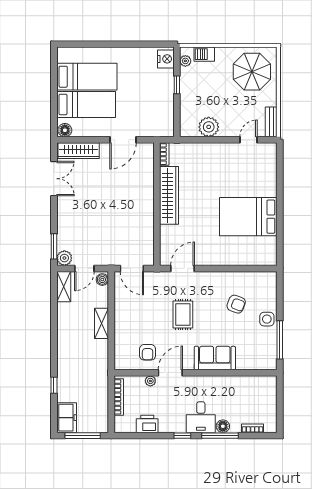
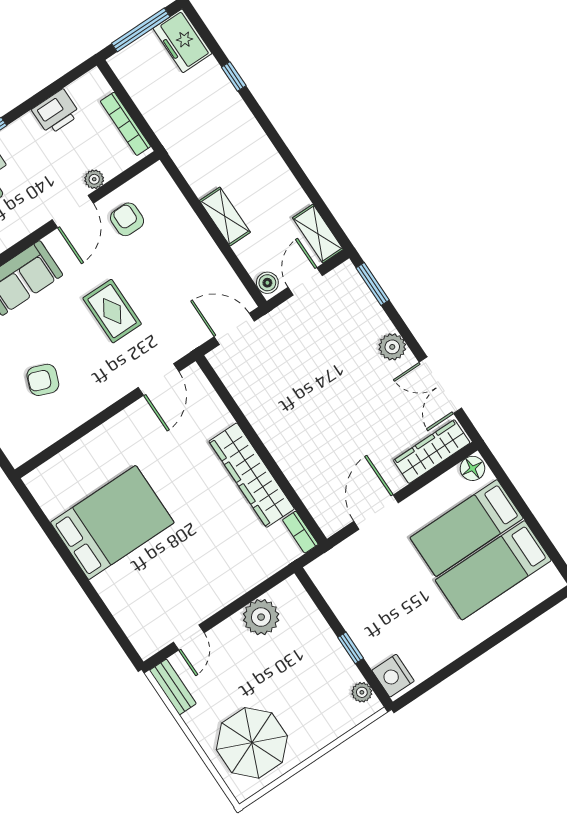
barbecue: (204, 54) -> (340, 721), removed
plant: (64, 258) -> (392, 347), moved

